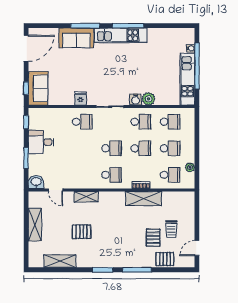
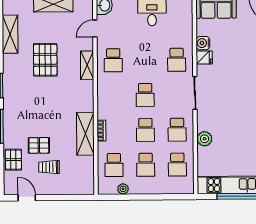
water cooler: (136, 100) -> (203, 43), moved
school desk: (112, 175) -> (113, 60), moved
pallet: (81, 232) -> (45, 60), width x1.50, depth x1.42

